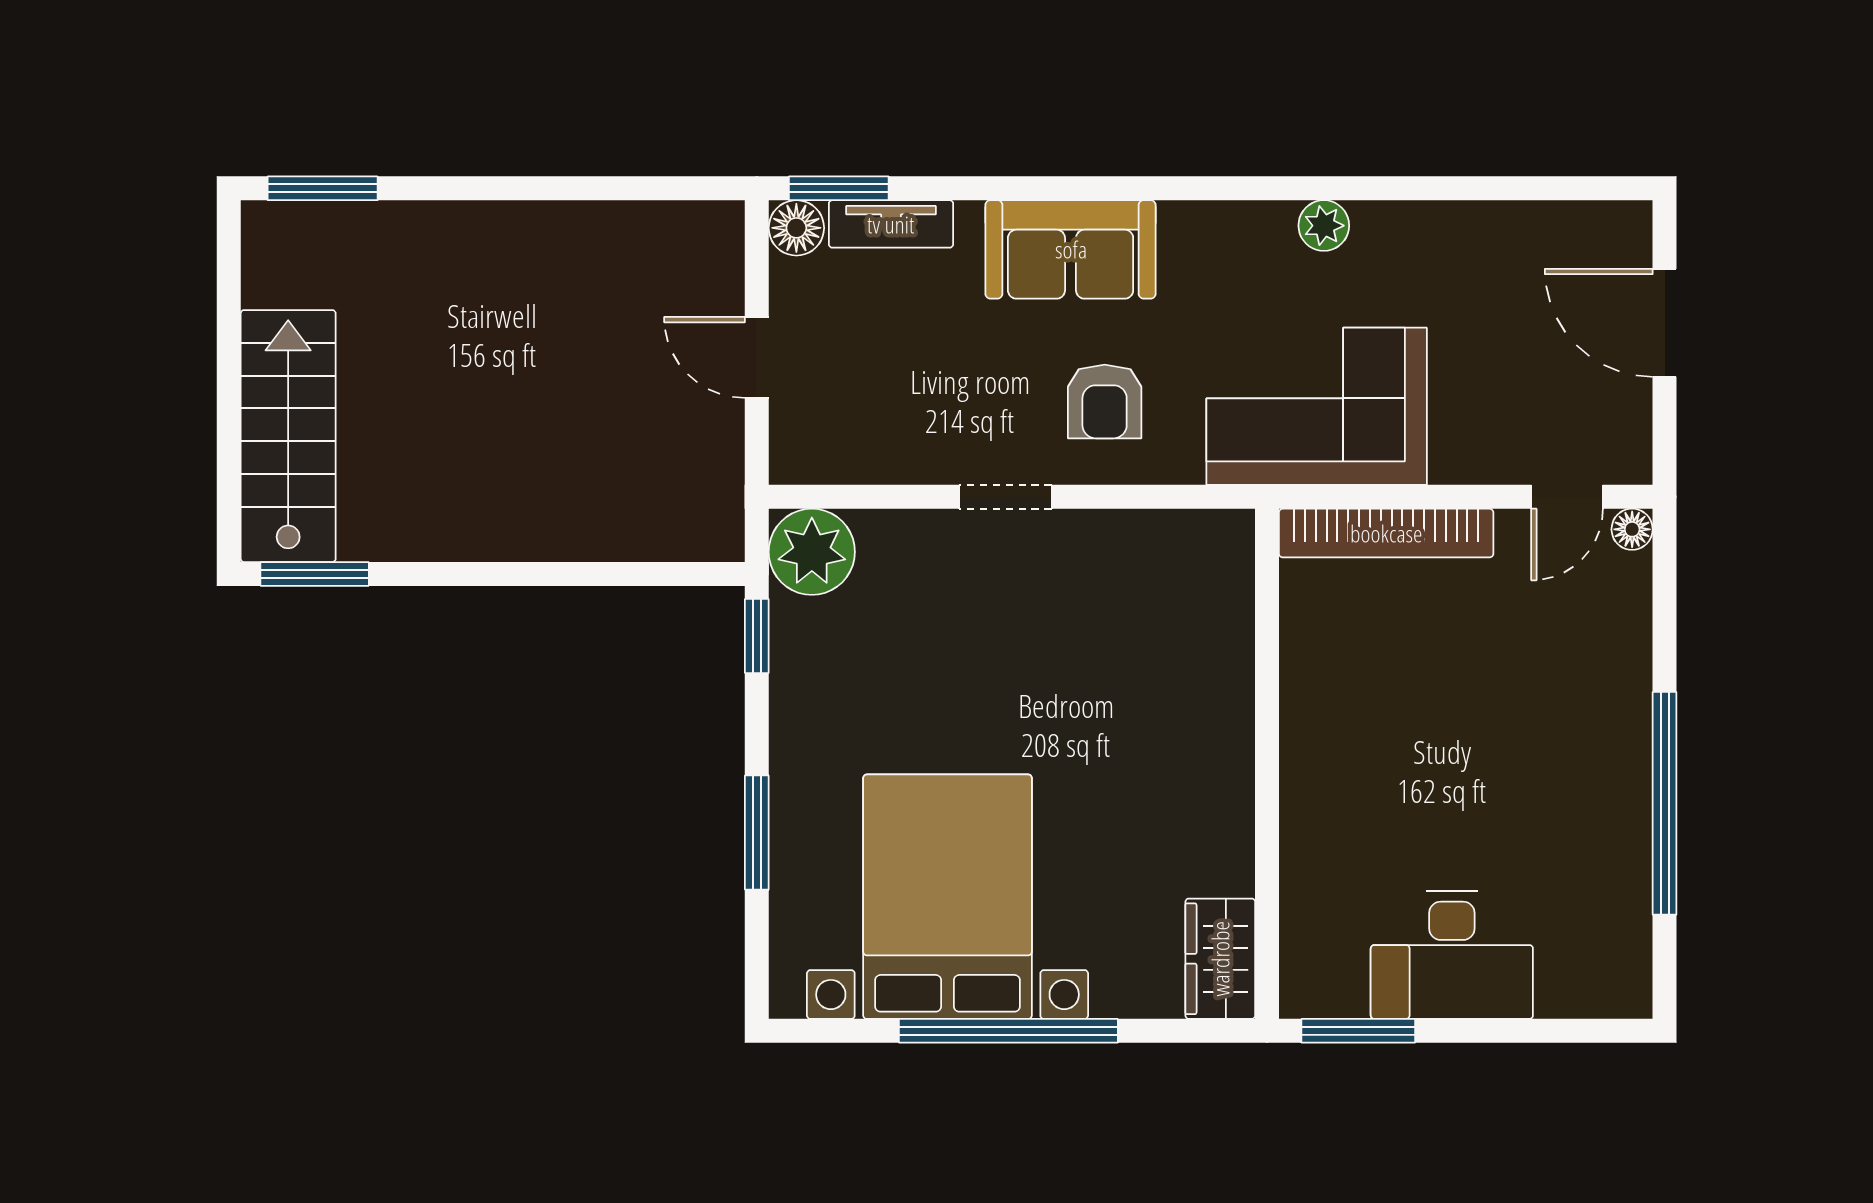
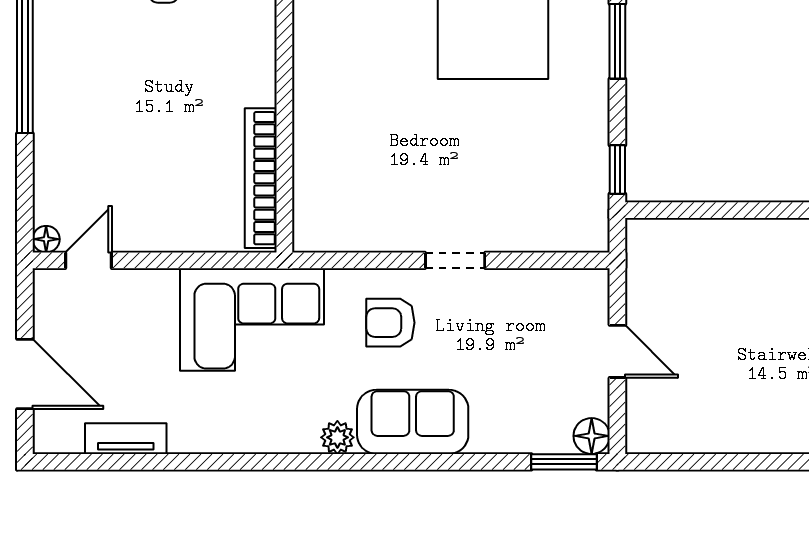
tv unit: (891, 224) -> (126, 439), moved
plant: (1324, 226) -> (337, 437), moved
armchair: (1105, 401) -> (390, 323), turned -90
bookcase: (1386, 533) -> (261, 178), moved, turned -90
plant: (812, 552) -> (582, 225), removed

